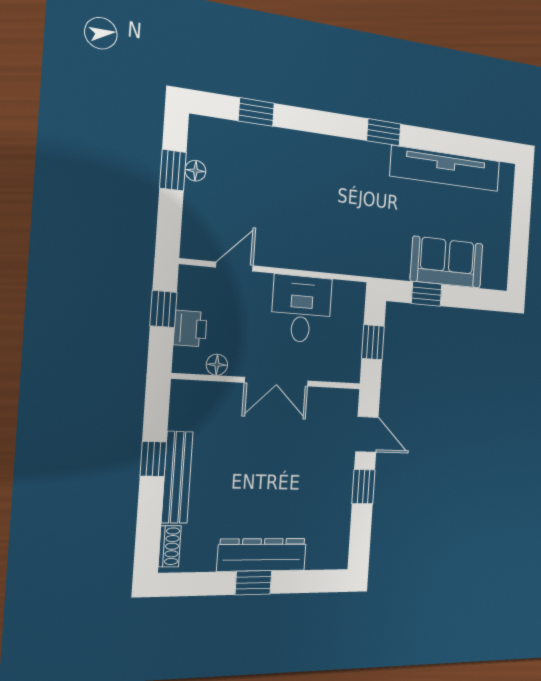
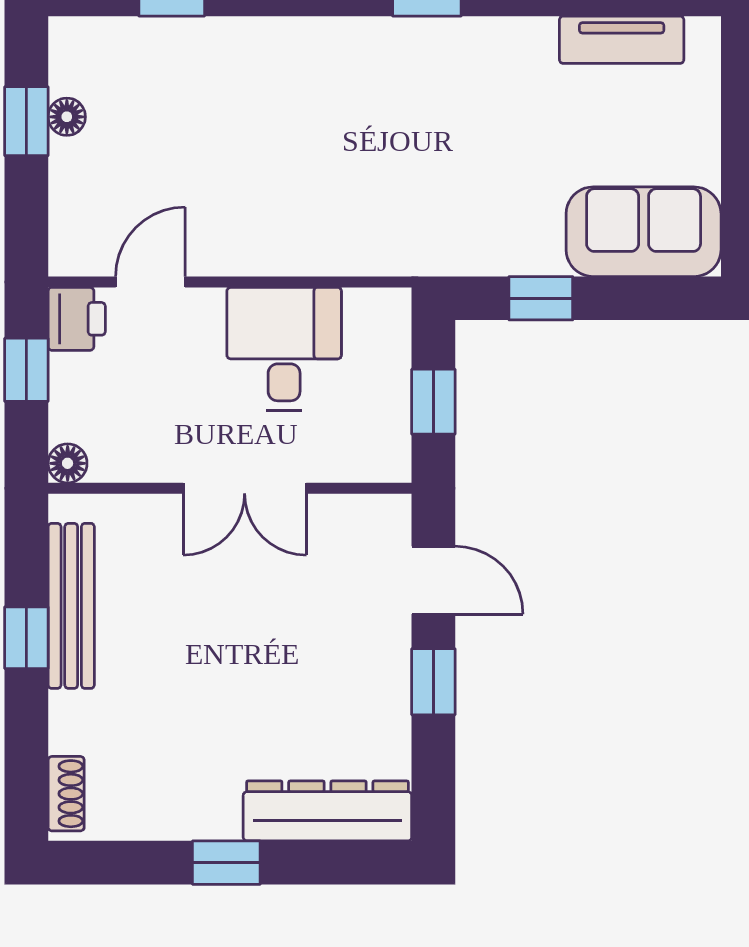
tv unit: (446, 169) -> (622, 40), width x0.52, depth x0.78
sofa: (447, 262) -> (644, 232), moved
printer: (190, 329) -> (77, 319), moved
floor lamp: (217, 365) -> (68, 463), moved
bench: (177, 477) -> (71, 606), moved
dresser: (262, 555) -> (327, 811), moved

